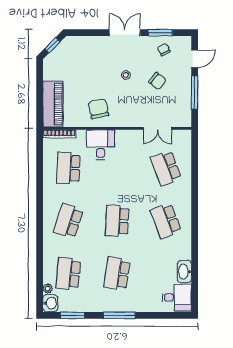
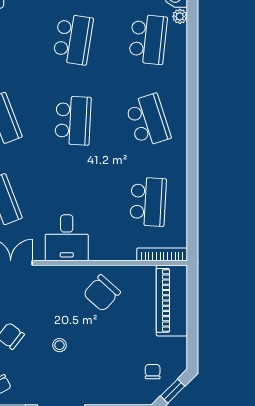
chair: (65, 58) -> (153, 372), added
chair: (98, 109) -> (102, 293), turned 54
desk: (101, 145) -> (67, 238), moved
school desk: (68, 221) -> (148, 120), turned -36

